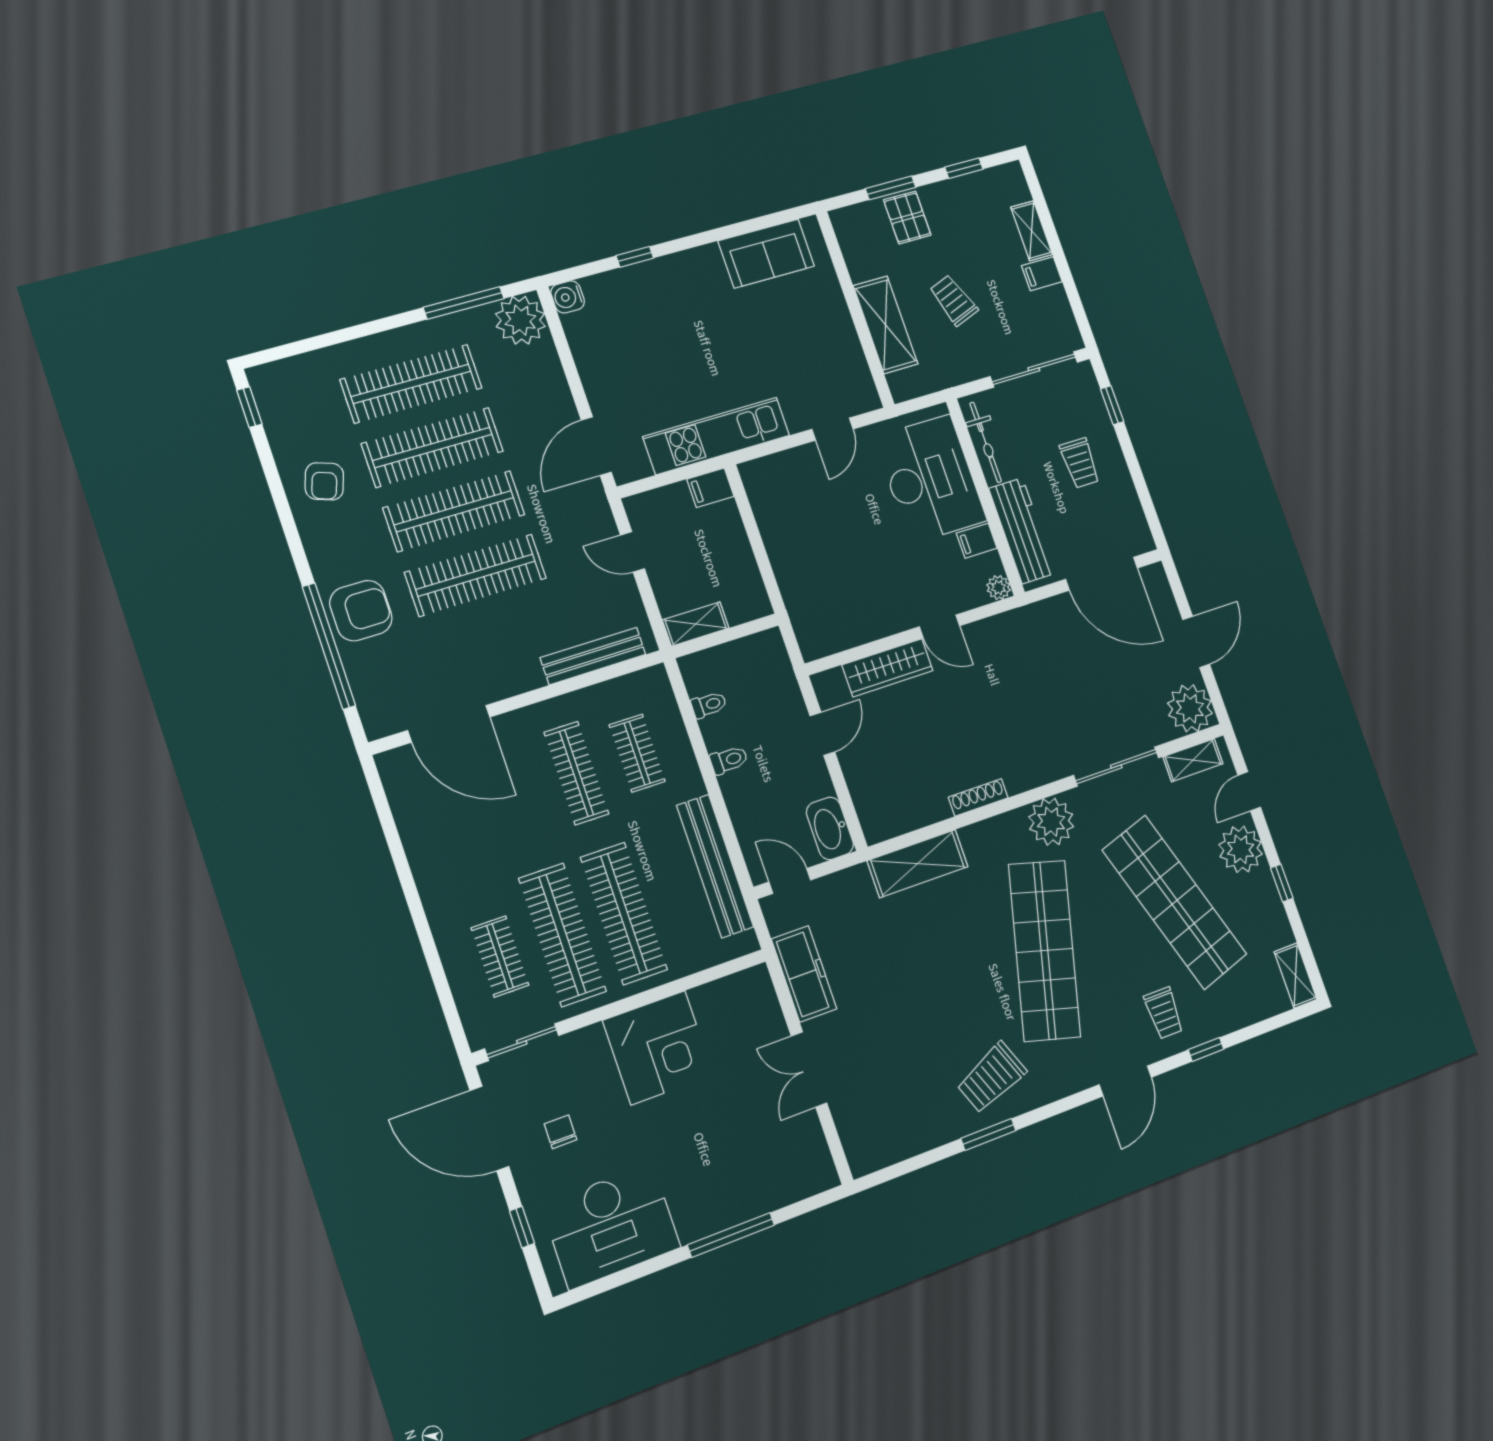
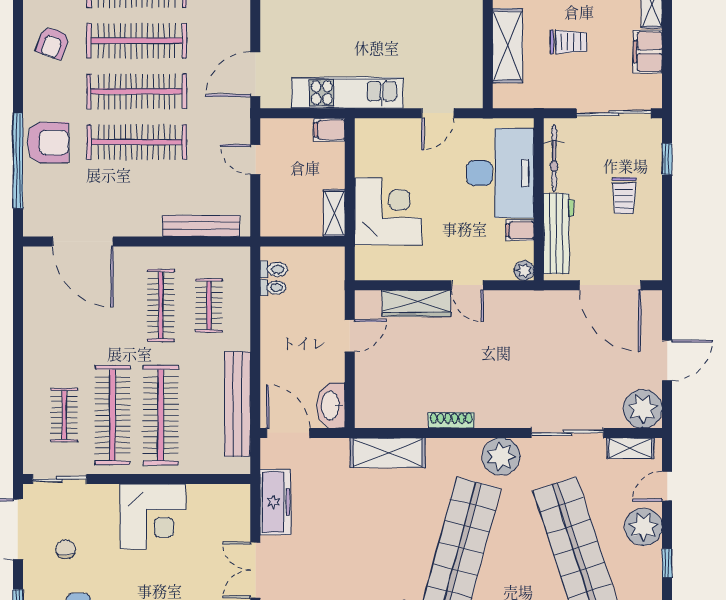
filing cabinet: (1042, 274) -> (648, 52), width x2.00
trolley: (954, 300) -> (569, 42), turned 110
corner desk: (815, 566) -> (388, 211), added
shelving: (696, 624) -> (334, 213), moved, turned 90
toilet: (729, 760) -> (274, 269), moved
door: (790, 881) -> (288, 433), width x1.38

